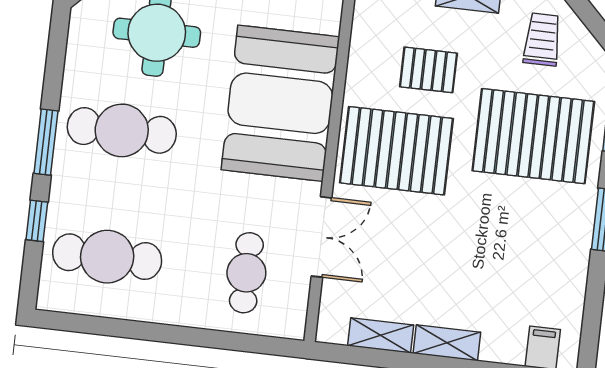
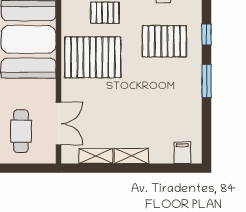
pallet: (533, 136) -> (164, 41), width x0.73, depth x0.71
double door: (322, 237) -> (59, 123), moved

